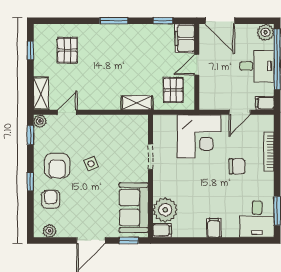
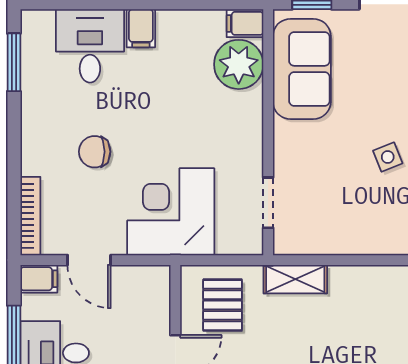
door: (240, 112) -> (89, 260), swing flipped
bookcase: (269, 152) -> (30, 216), moved
doorway: (151, 157) -> (268, 203), moved
desk: (257, 219) -> (90, 46), moved

